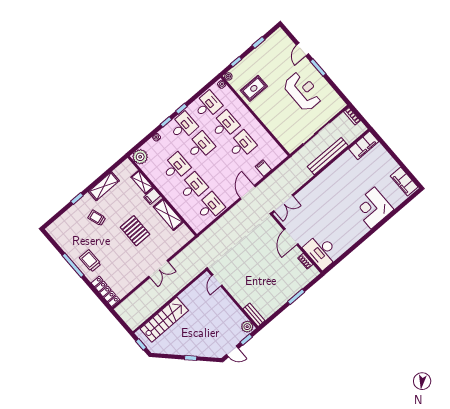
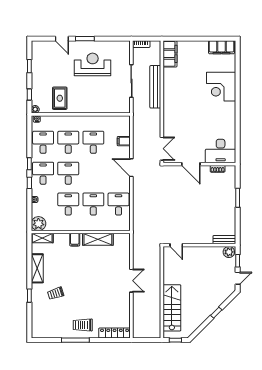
shelving: (142, 182) -> (42, 238), moved
pallet: (135, 231) -> (89, 274), removed

